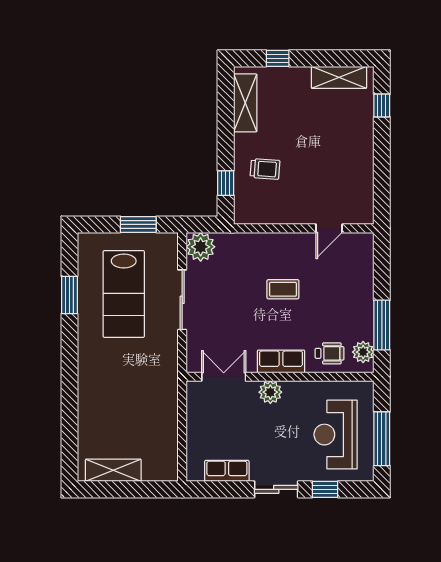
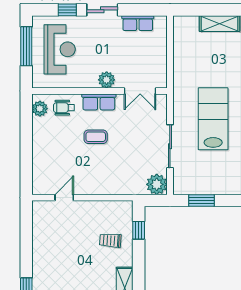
coffee table: (283, 289) -> (96, 137), moved
lab bench: (124, 294) -> (213, 119), moved
window: (382, 325) -> (26, 128), removed

